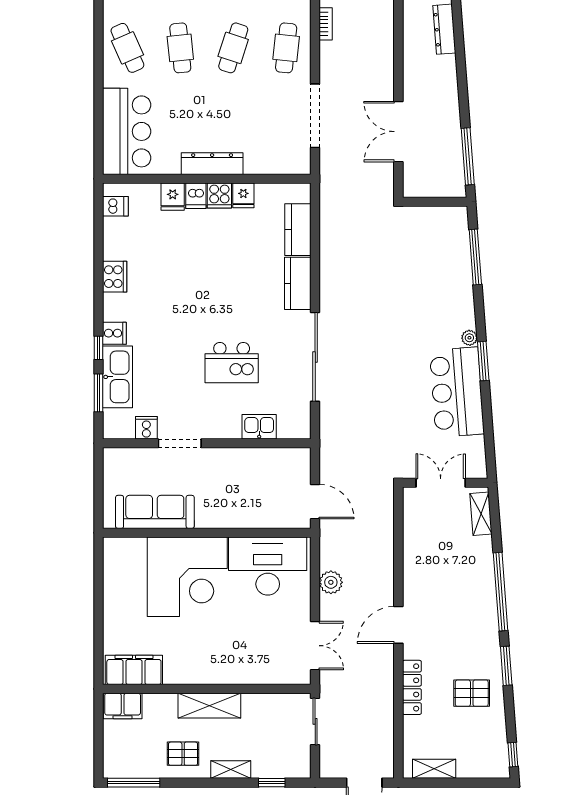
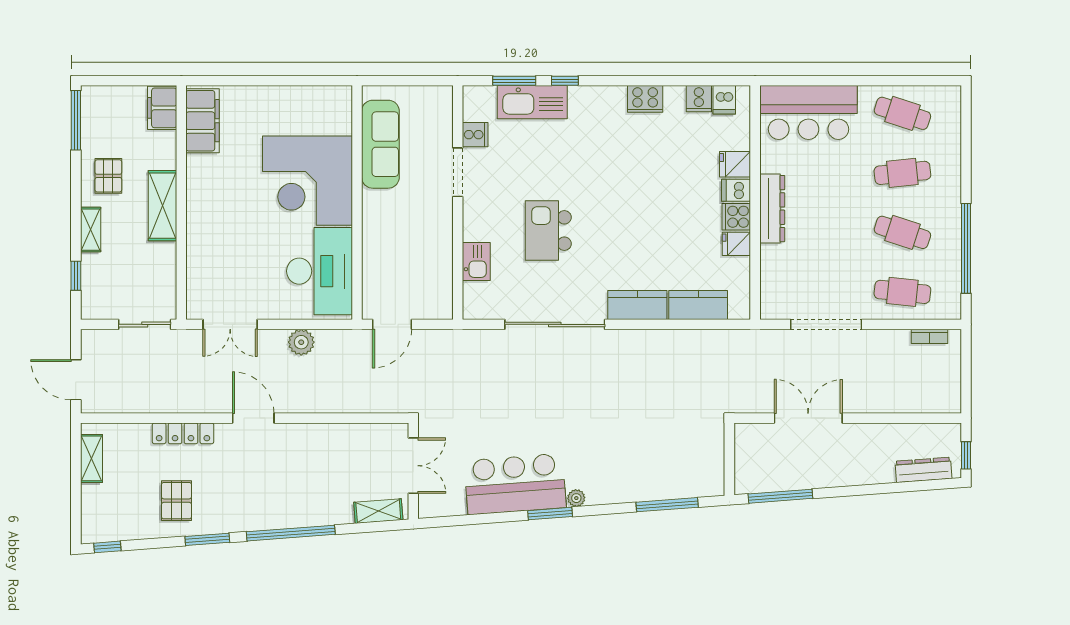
cafe table: (127, 48) -> (902, 113), turned 42
cooker: (114, 333) -> (699, 99), moved

